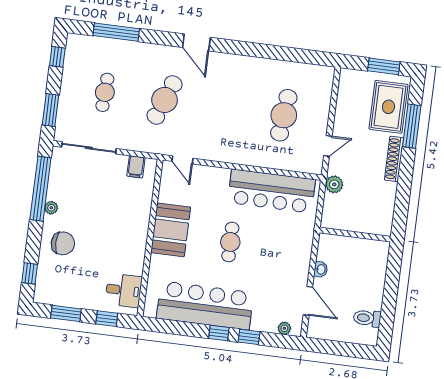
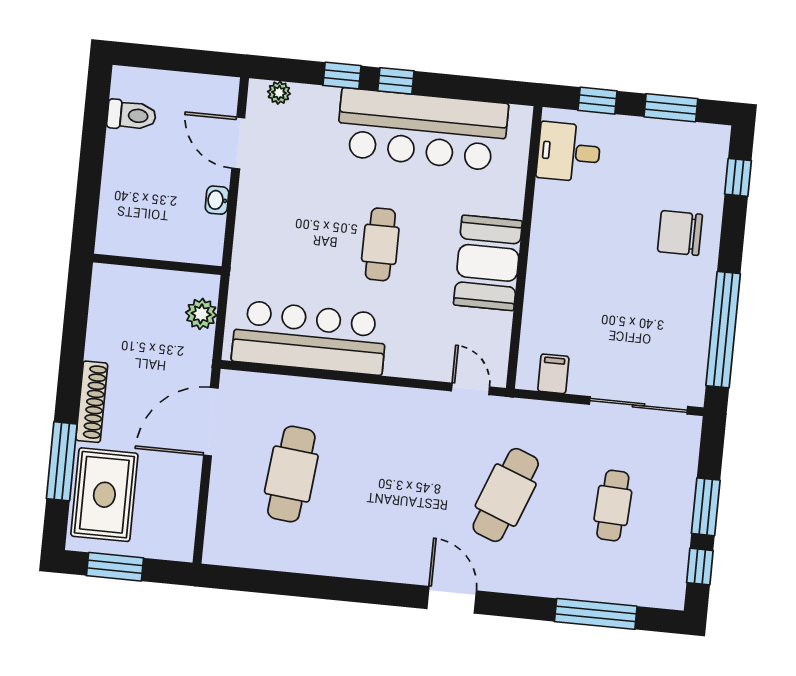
window: (51, 110) -> (706, 507), moved
door: (328, 146) -> (211, 422), width x1.87
plant: (334, 184) -> (201, 314), moved
plant: (51, 208) -> (703, 296), removed

